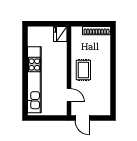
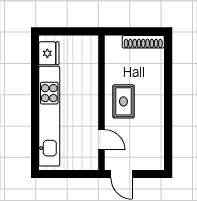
fridge: (60, 34) -> (49, 53), moved, turned 180

